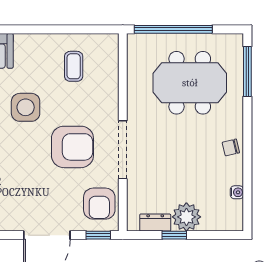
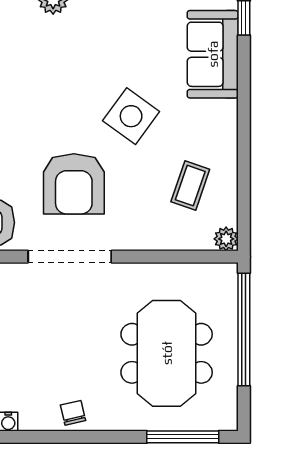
plant: (110, 42) -> (226, 239), added
coffee table: (74, 66) -> (190, 186), turned -71
side table: (26, 107) -> (131, 116), turned 36

